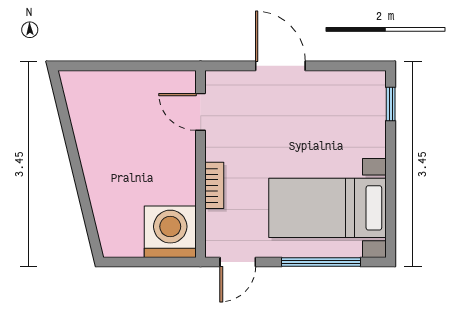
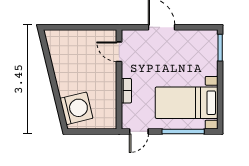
window: (391, 104) -> (220, 48), width x1.50
washing machine: (170, 232) -> (76, 108), moved, turned 76

